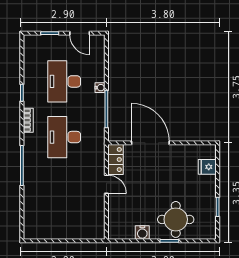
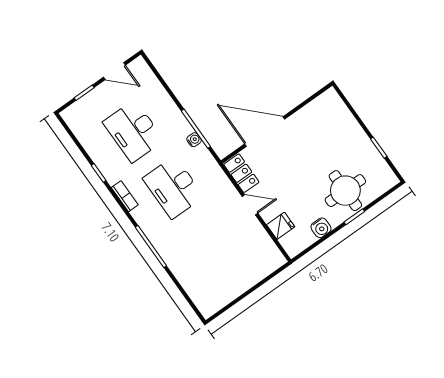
water cooler: (100, 88) -> (194, 140), moved
fridge: (207, 167) -> (281, 226), moved, turned 180

